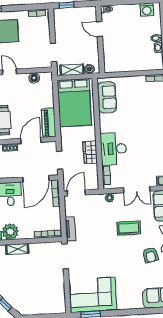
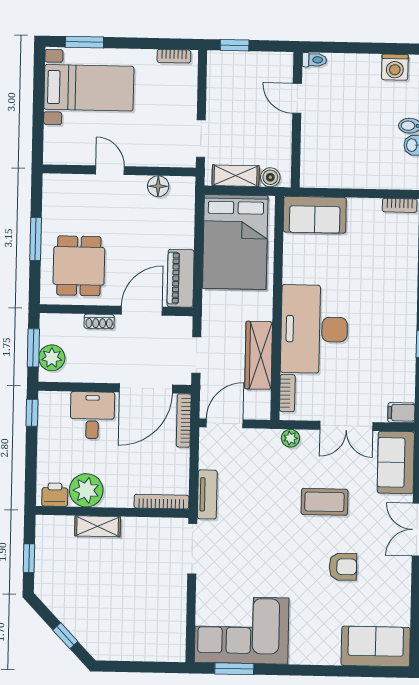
sofa: (107, 97) -> (315, 215), moved, turned 90
desk: (114, 149) -> (314, 329), width x1.36, depth x1.30
wardrobe: (90, 152) -> (259, 355), width x1.50
armchair: (150, 255) -> (343, 567), moved, turned -80

